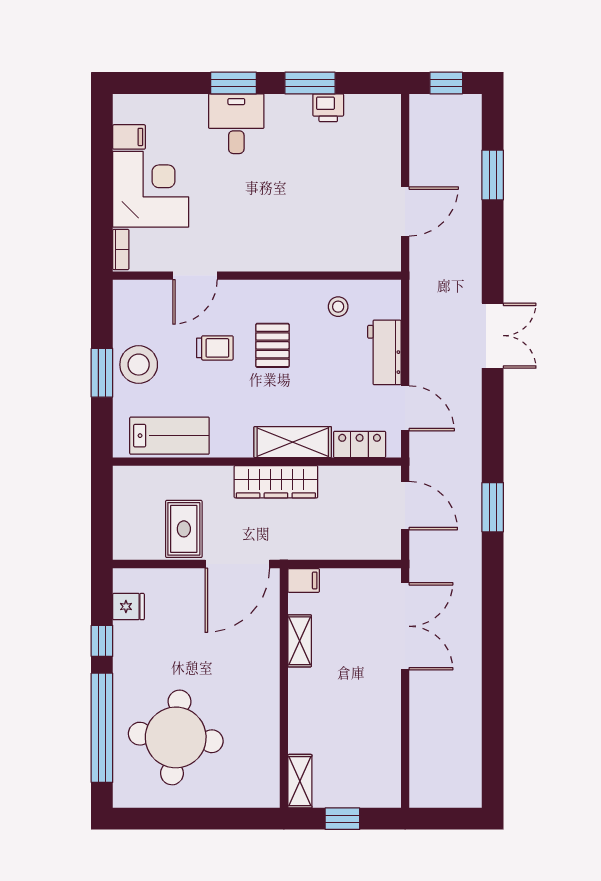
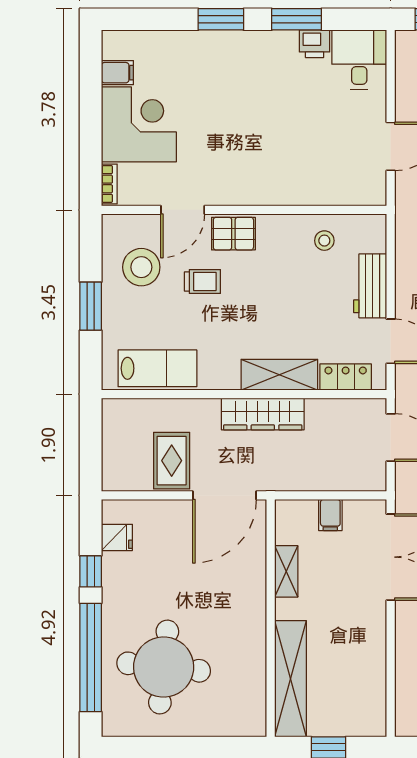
desk: (236, 124) -> (359, 59), moved
pallet: (272, 345) -> (233, 234), moved, turned 90
stool: (139, 365) -> (141, 267), moved
filing cabinet: (304, 580) -> (330, 515), moved, turned 90
shelving: (300, 781) -> (290, 679), width x2.20, depth x1.33

